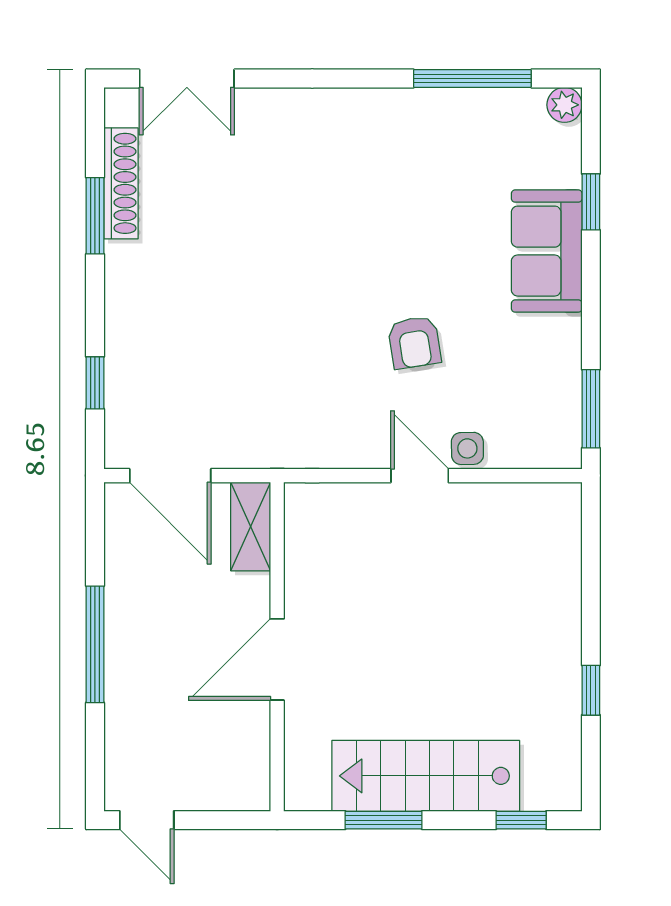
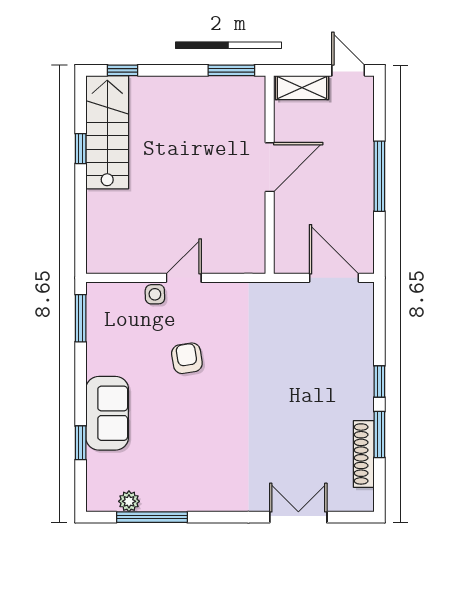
double door: (187, 78) -> (298, 517), moved
plant: (564, 105) -> (129, 501), moved
window: (95, 383) -> (379, 381), moved
door: (420, 476) -> (184, 278), swing flipped
shelving: (251, 526) -> (302, 88), moved, turned 90
stairs: (426, 776) -> (107, 132), moved, turned -90
window: (384, 820) -> (231, 70), moved

